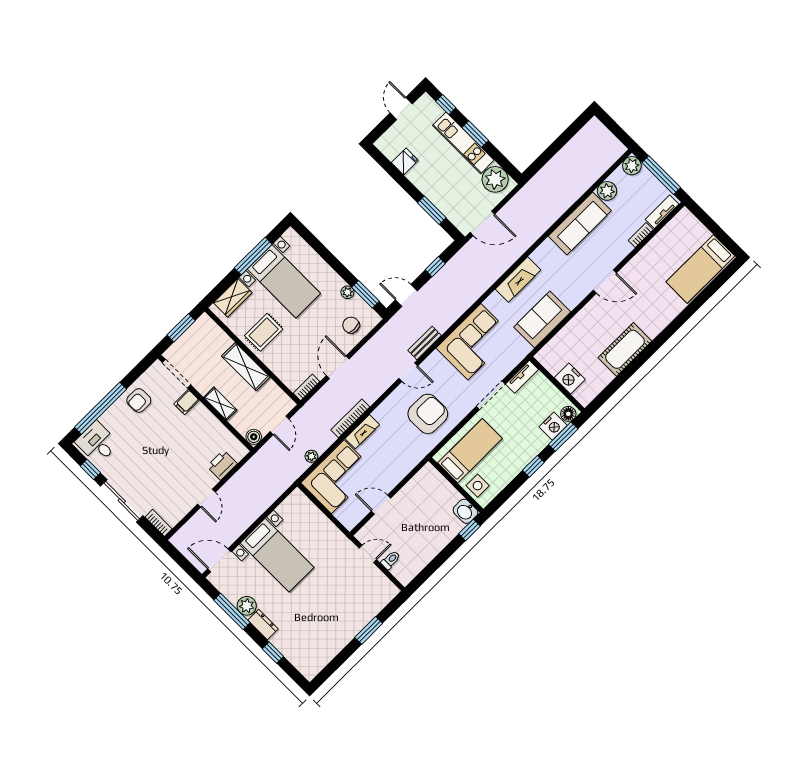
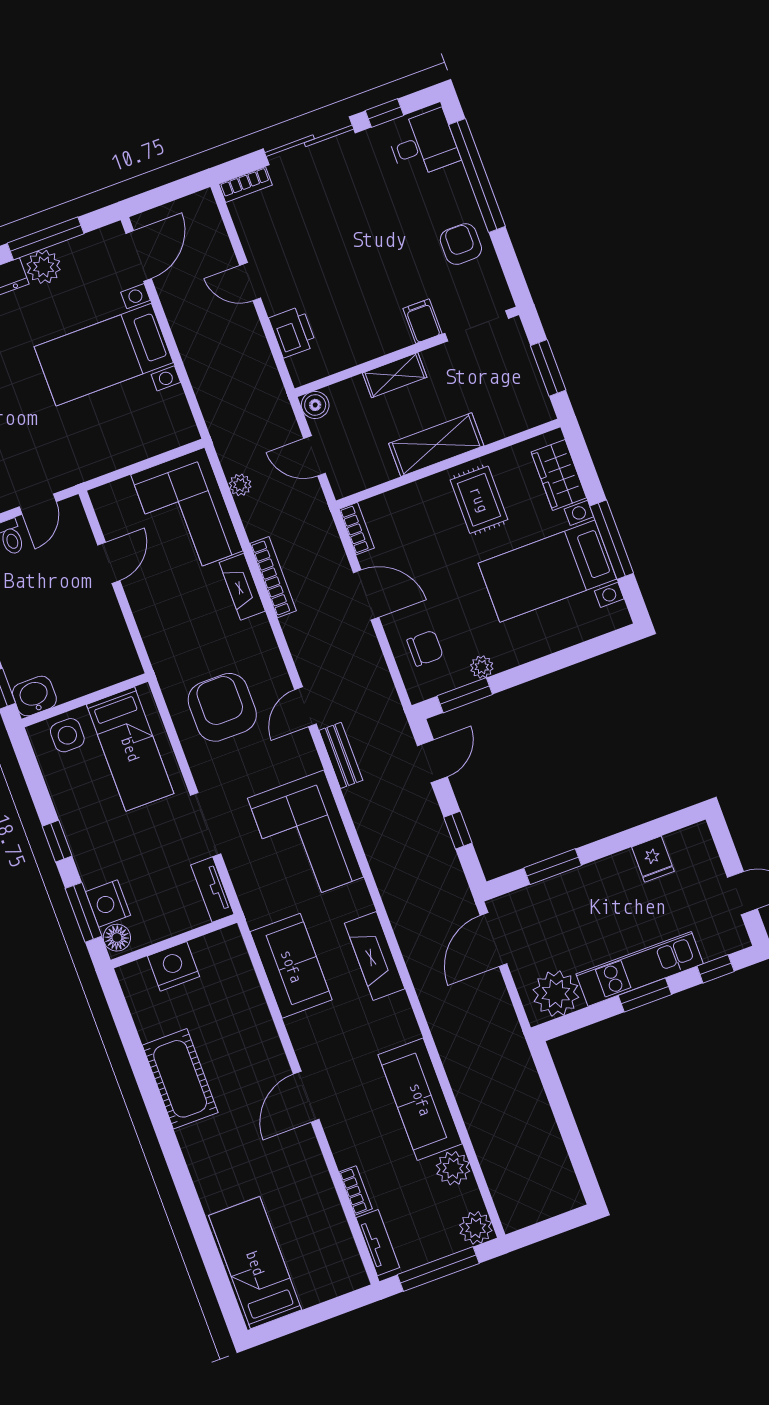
armchair: (428, 414) -> (222, 707), turned 180

